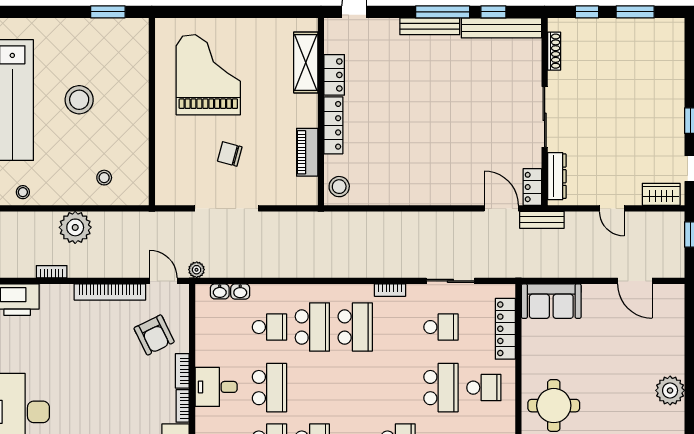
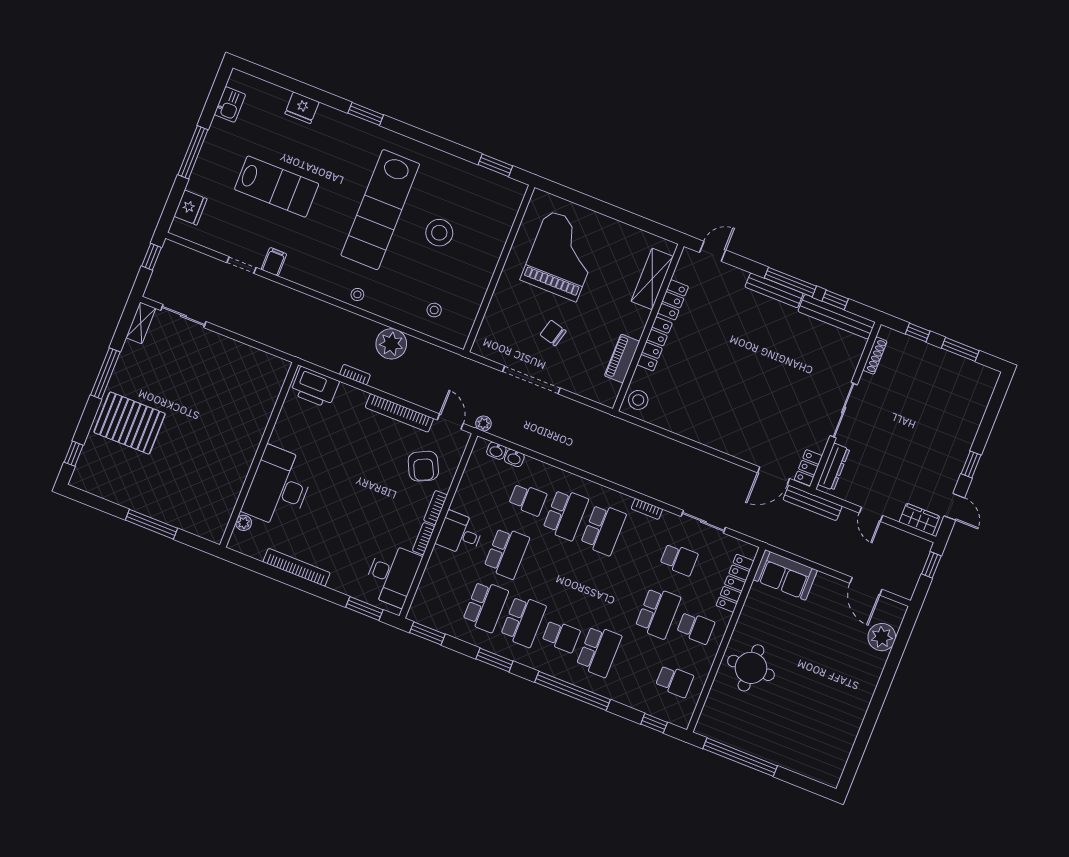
door: (501, 208) -> (773, 476), swing flipped
bench: (542, 220) -> (813, 503), width x1.36
plant: (670, 390) -> (882, 637), moved

